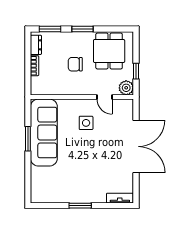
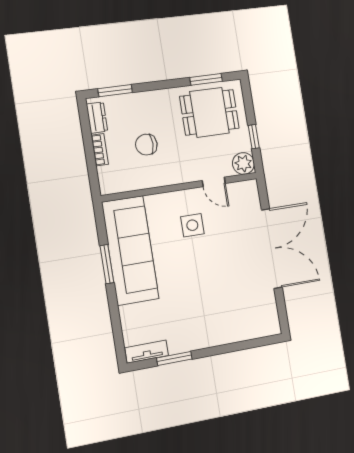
window: (82, 29) -> (206, 79), moved
dining table: (109, 51) -> (209, 112), turned 90
chair: (75, 64) -> (146, 145), moved
tv unit: (120, 198) -> (147, 352), moved
window: (80, 206) -> (174, 358), moved

